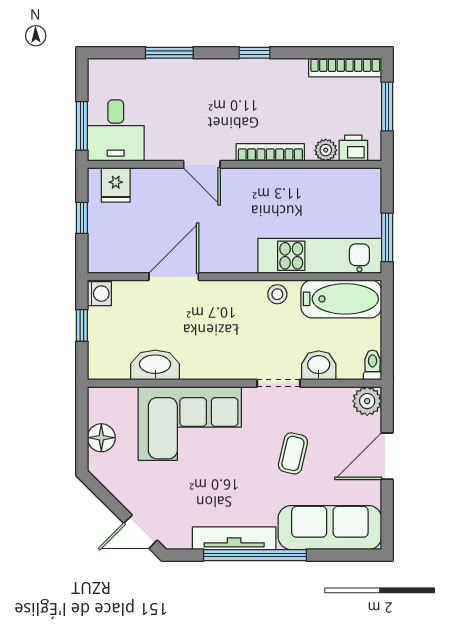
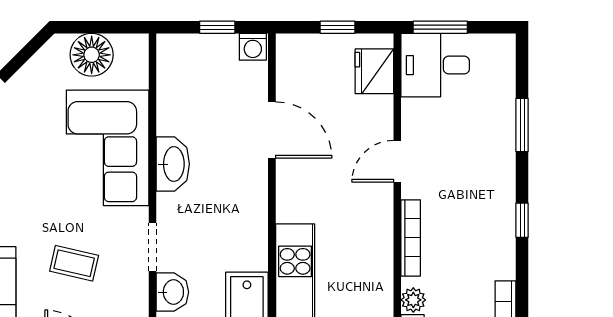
fridge: (116, 185) -> (374, 71), width x1.38
stool: (277, 294) -> (252, 246), removed
washbasin: (155, 365) -> (173, 164), moved
floor lamp: (101, 438) -> (92, 55), width x1.38, depth x1.38

